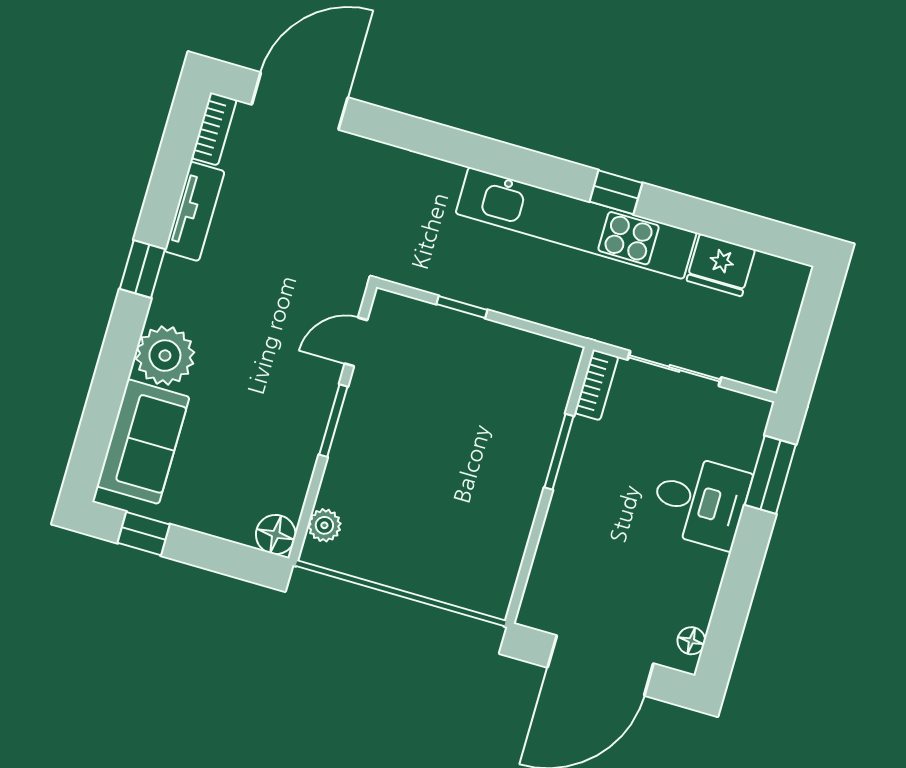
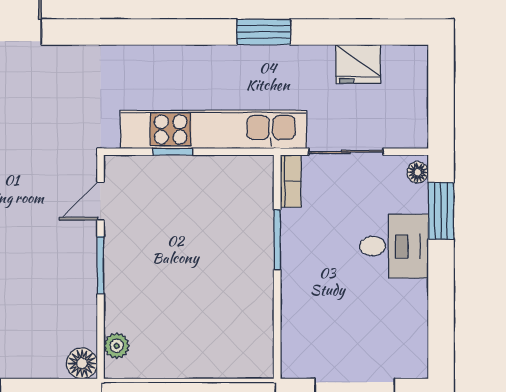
window: (616, 192) -> (264, 32), width x1.50
kitchen unit: (576, 223) -> (213, 129), moved, turned 180
floor lamp: (691, 641) -> (418, 172), moved

